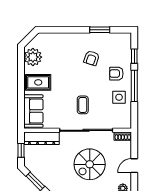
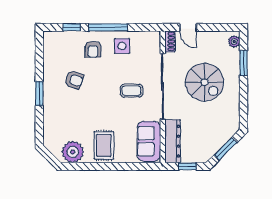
window: (100, 30) -> (39, 94), moved
sofa: (33, 111) -> (149, 141), moved, turned -90
door: (134, 166) -> (188, 27), moved

